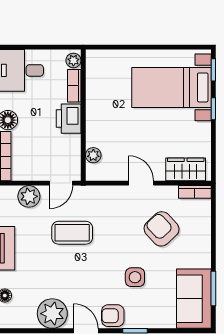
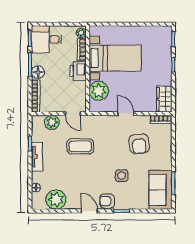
bed with nightstands: (171, 87) -> (115, 58), moved, turned 180
plant: (93, 155) -> (99, 91), width x1.88, depth x1.88
wardrobe: (186, 169) -> (164, 99), moved, turned -90
door: (61, 183) -> (73, 114), hinge flipped
armchair: (162, 229) -> (139, 144), turned -143
plant: (52, 314) -> (56, 200), moved

